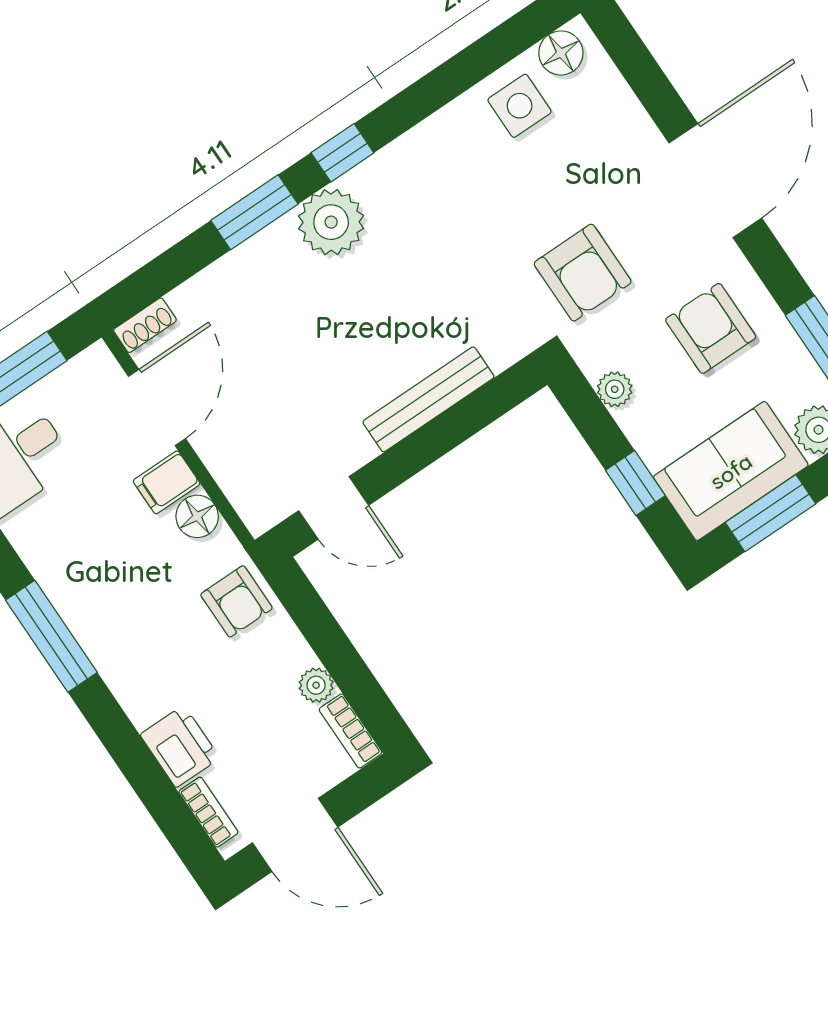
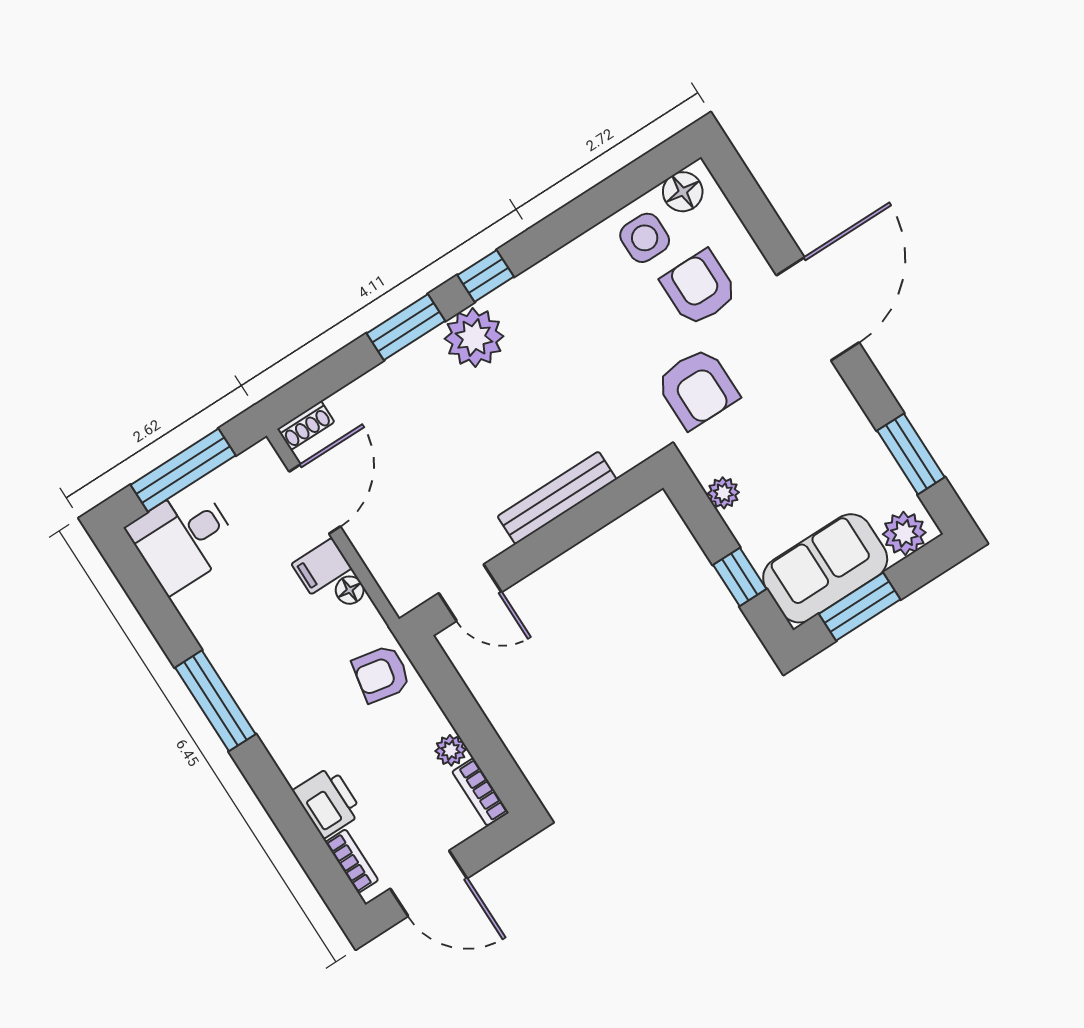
armchair: (711, 328) -> (699, 288), moved
floor lamp: (197, 516) -> (350, 590), width x0.73, depth x0.73
armchair: (236, 601) -> (381, 674), turned 101

